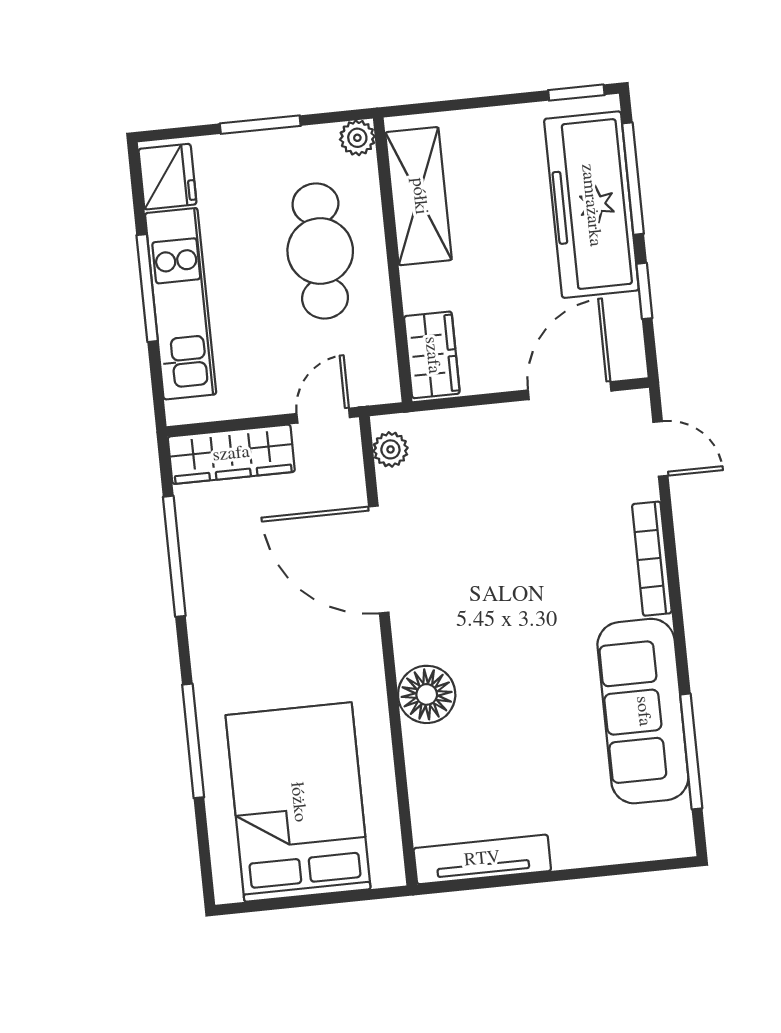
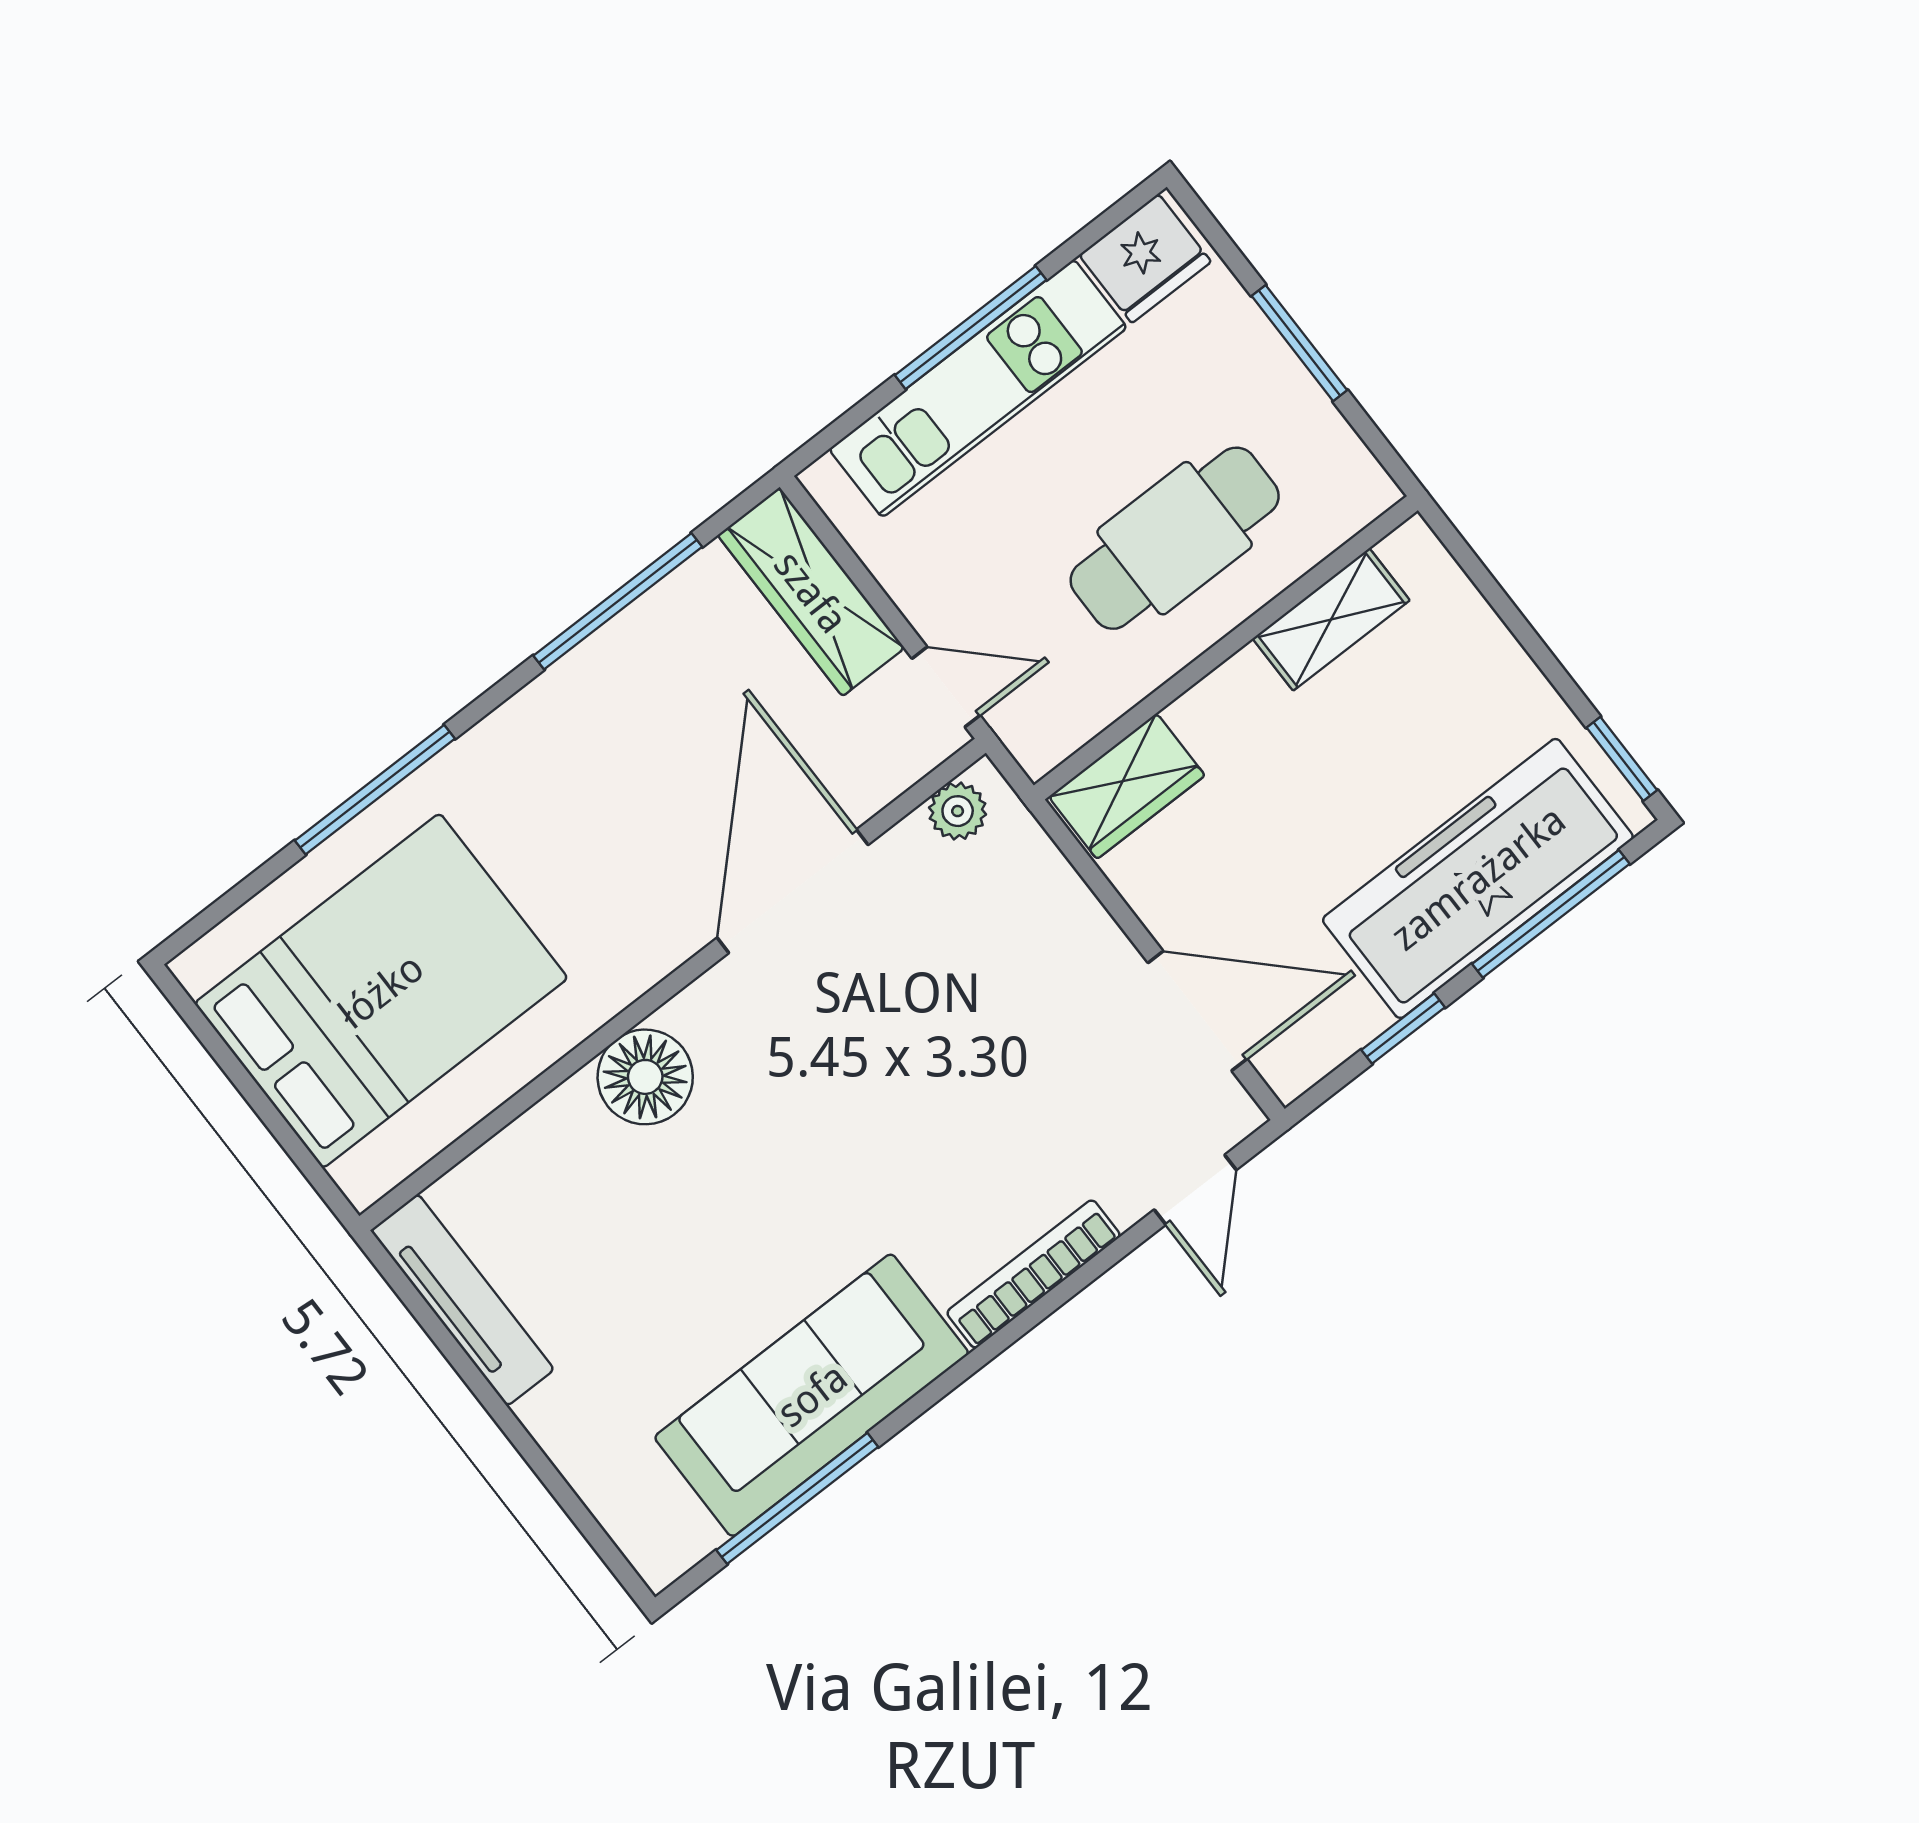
plant: (357, 138) -> (1366, 491), removed
shelving: (419, 196) -> (1331, 619), width x0.67, depth x0.75

